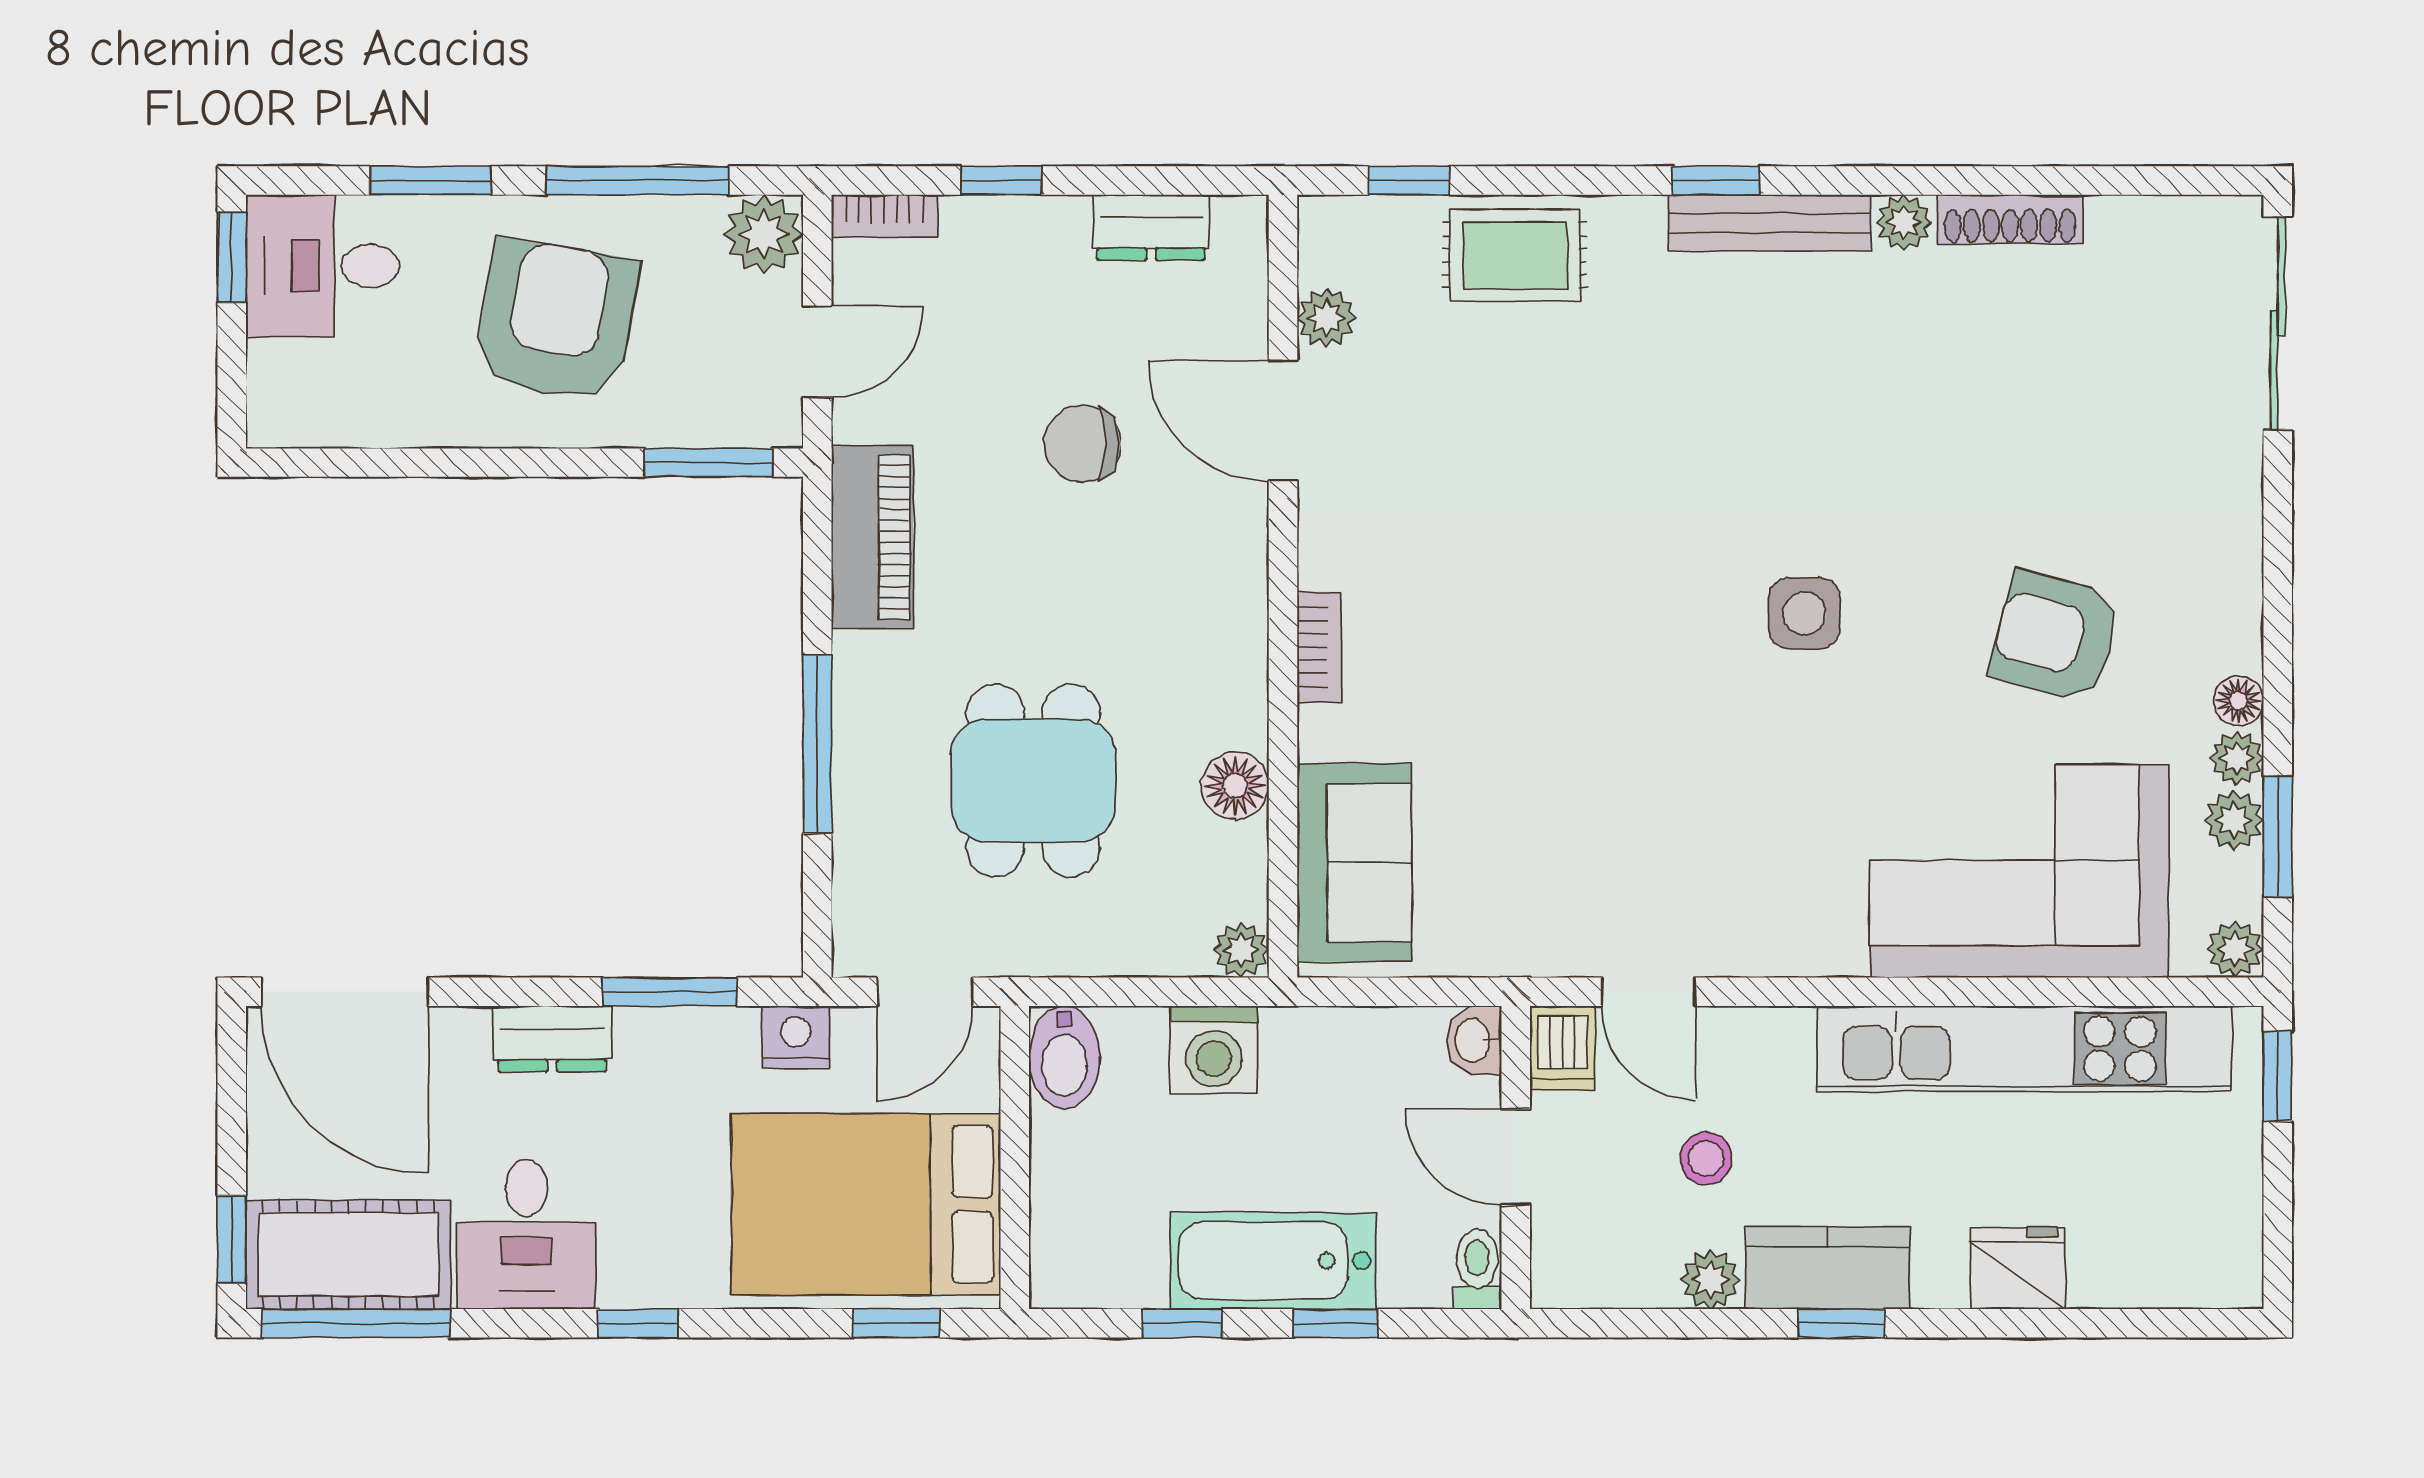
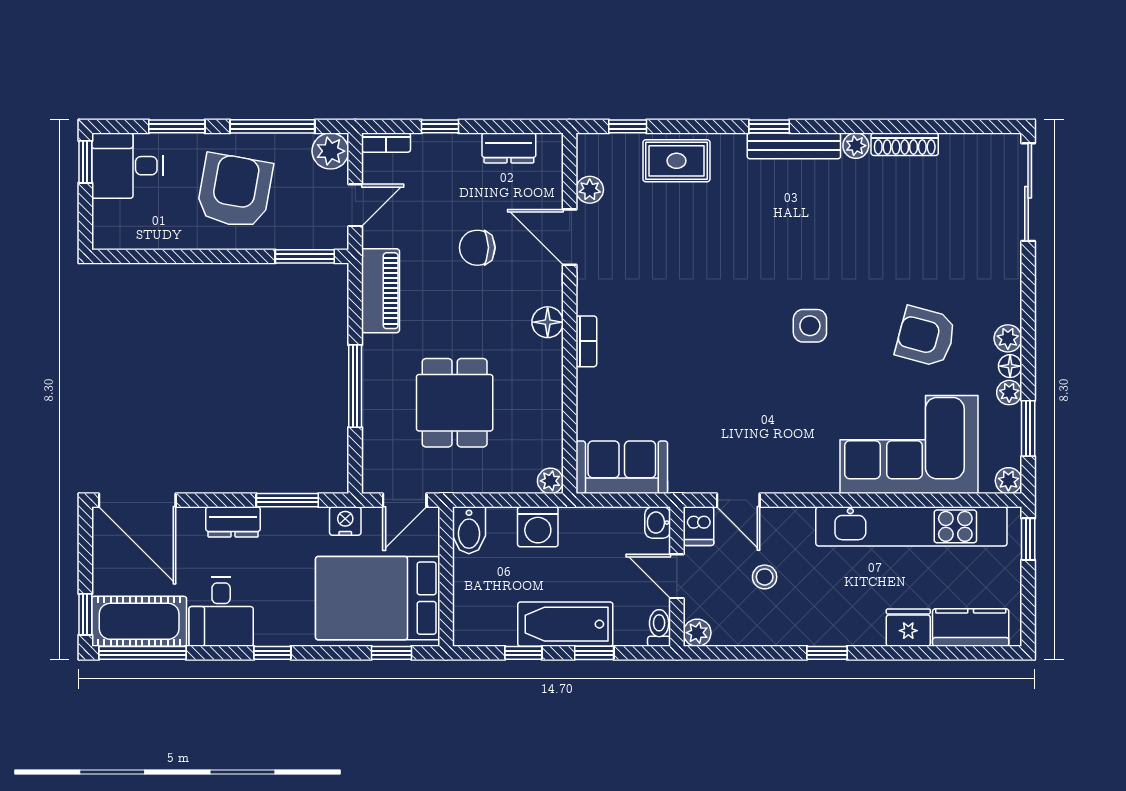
floor lamp: (1235, 786) -> (548, 322), moved
plant: (2234, 820) -> (1008, 338), moved
sofa: (1354, 863) -> (622, 467), moved, turned -90
kitchen counter: (1828, 1268) -> (971, 627), moved
plant: (1710, 1279) -> (697, 633), moved

